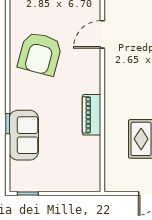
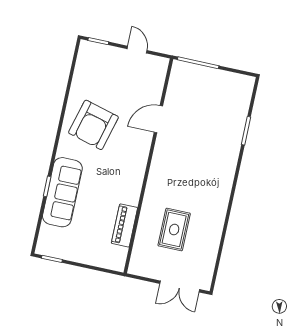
piano: (92, 115) -> (124, 225), moved
sofa: (24, 135) -> (62, 192), width x1.36

